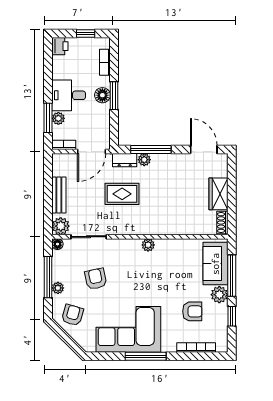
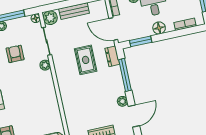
window: (114, 96) -> (141, 41), moved
plant: (144, 160) -> (122, 101), moved
plant: (148, 245) -> (45, 65), moved
armchair: (96, 279) -> (15, 54), turned -78

